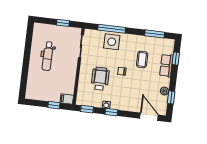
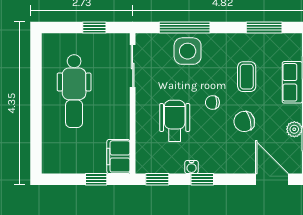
dental chair: (48, 56) -> (74, 91), width x1.36, depth x1.38
chair: (138, 84) -> (244, 121), added
filing cabinet: (67, 99) -> (118, 156), width x2.00

